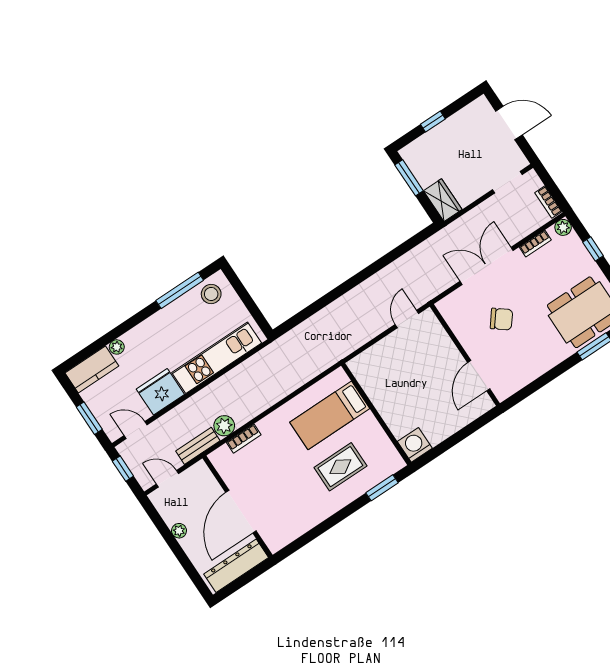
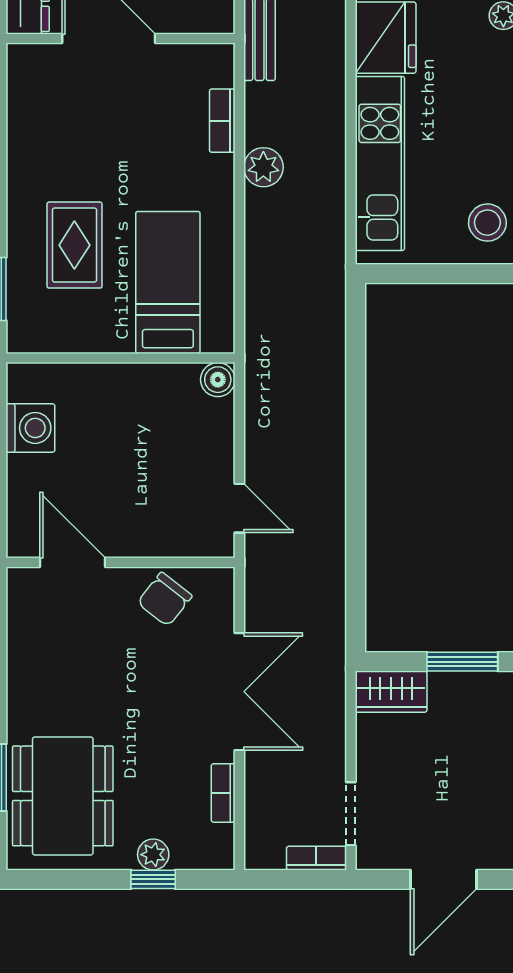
bookcase: (548, 202) -> (316, 858), moved
plant: (563, 227) -> (153, 855), moved
chair: (501, 319) -> (165, 599), moved
boiler: (357, 366) -> (218, 380), added
plant: (224, 426) -> (263, 167), moved
washing machine: (415, 445) -> (30, 428), moved

